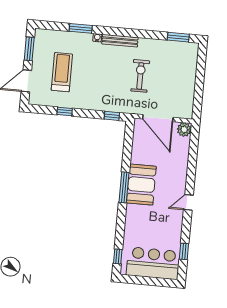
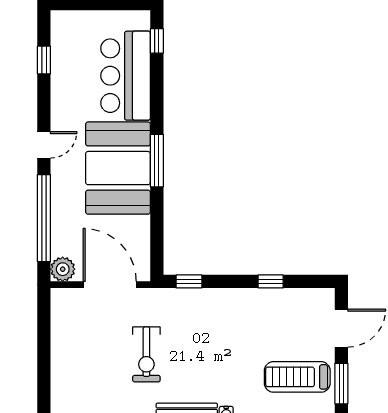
treadmill: (62, 72) -> (297, 377), moved, turned 90
window: (192, 160) -> (44, 218), added
booth: (141, 185) -> (118, 168), width x1.36, depth x1.42
bar counter: (153, 263) -> (126, 76), moved, turned 90

